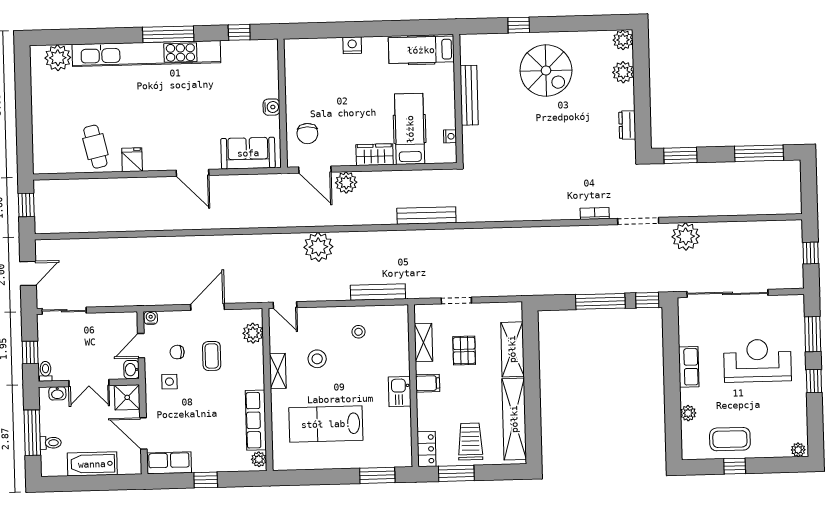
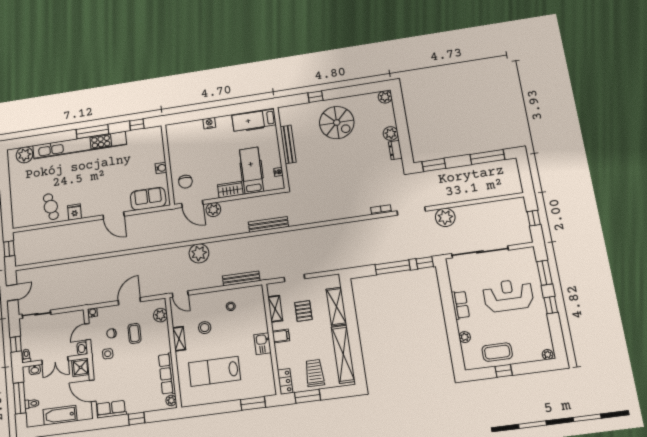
plant: (623, 72) -> (391, 134), moved

